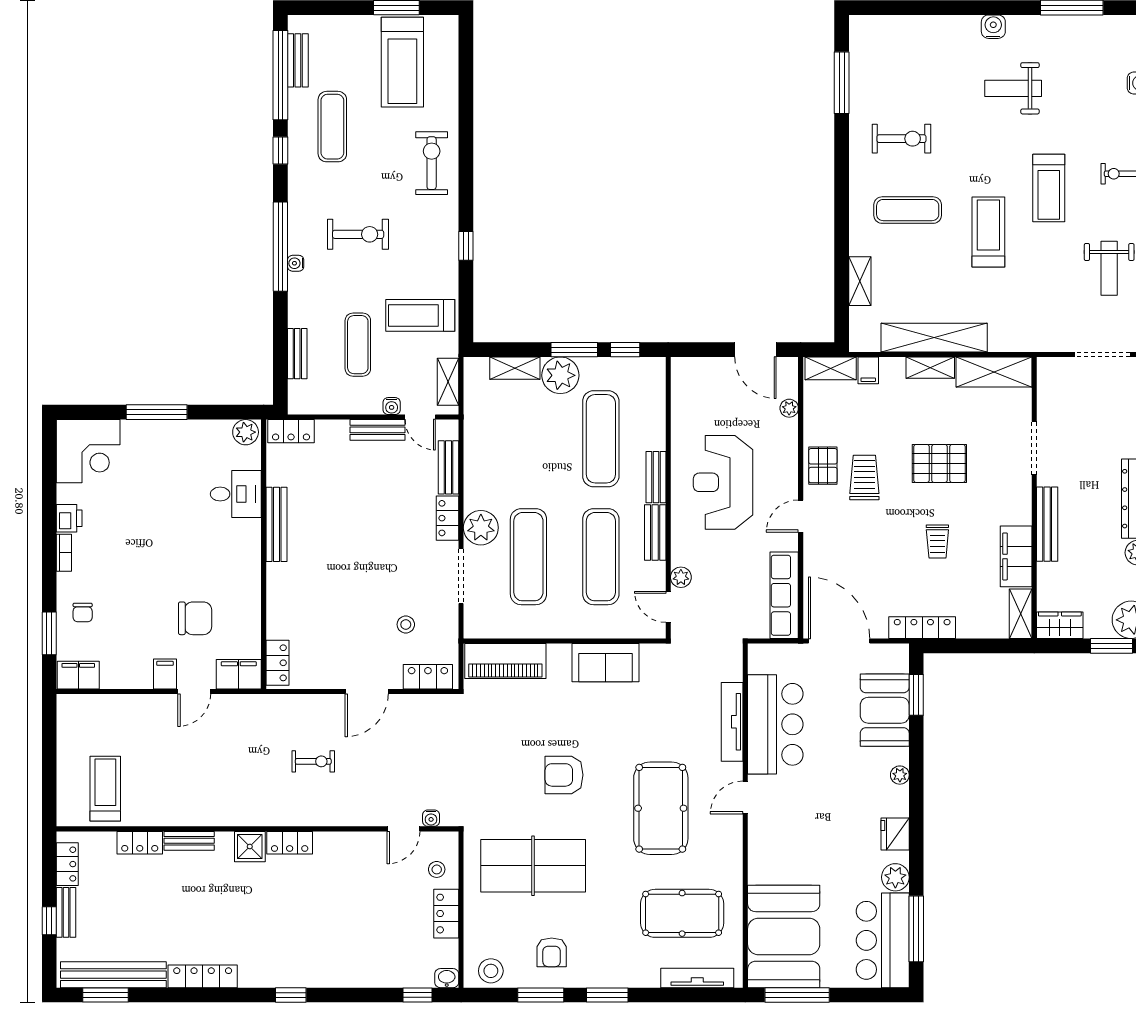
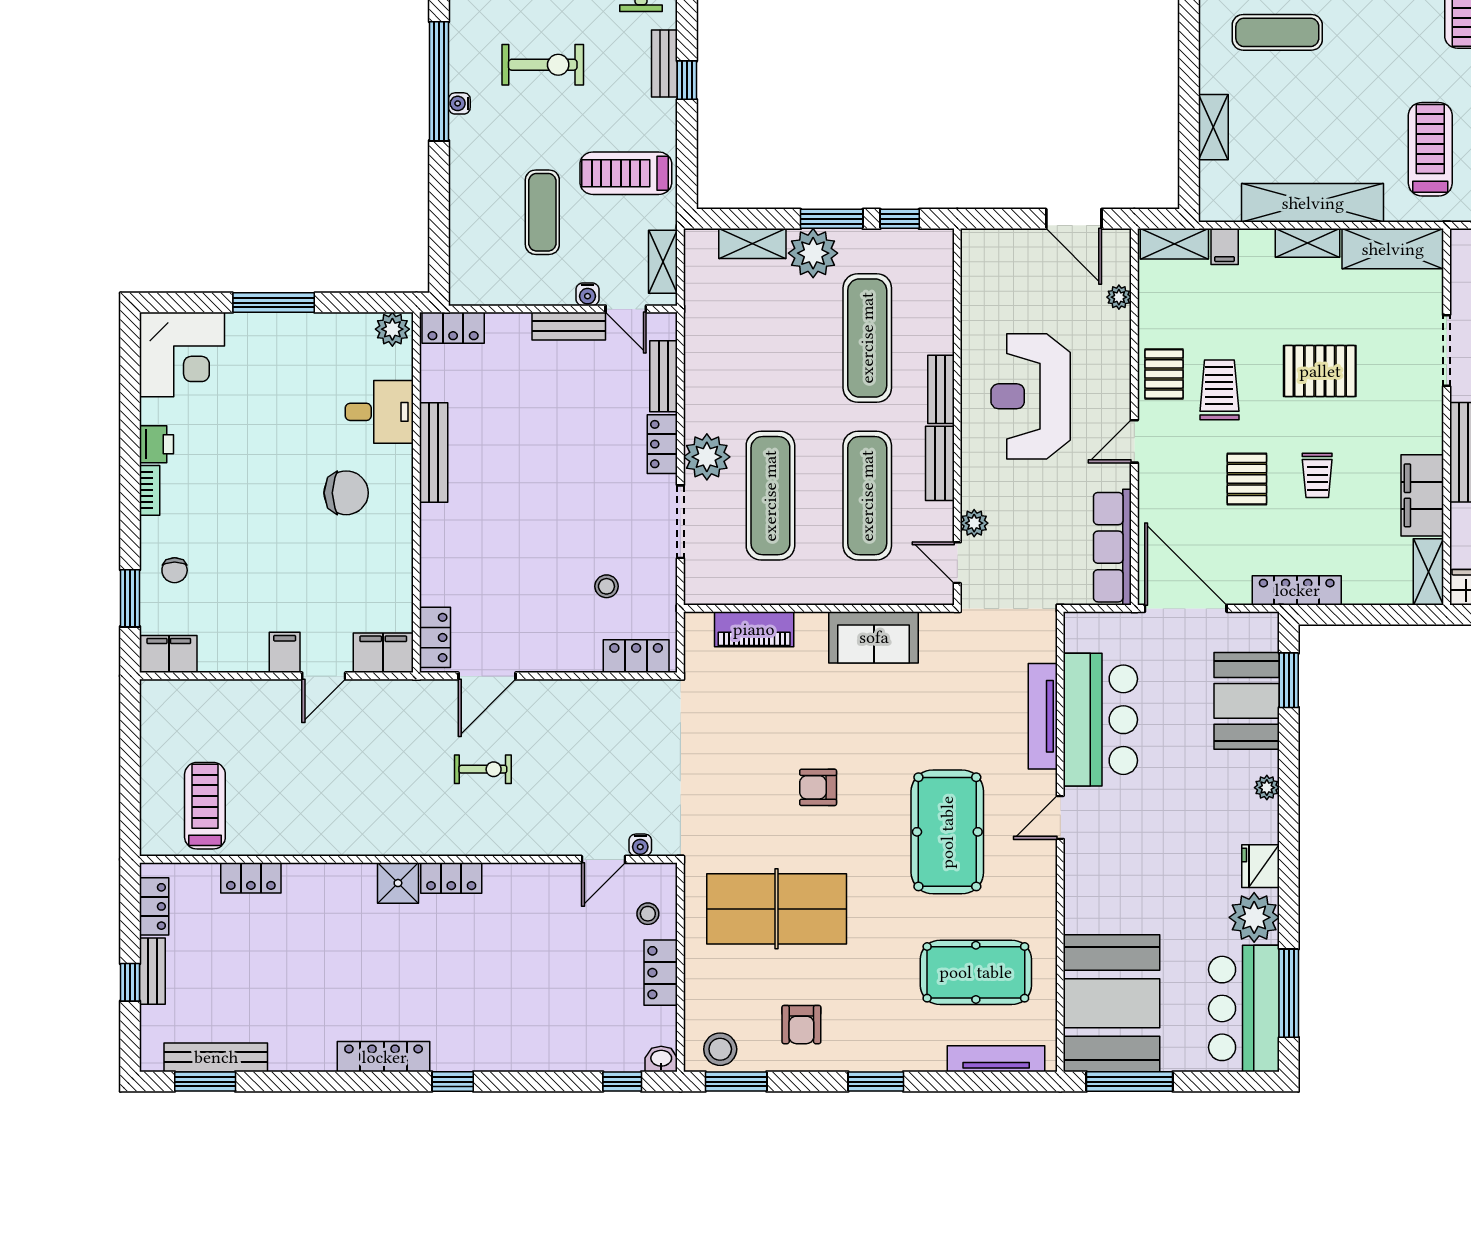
treadmill: (988, 232) -> (1430, 149), moved
bench: (297, 354) -> (664, 64), moved
pallet: (885, 544) -> (1247, 479), added
chair: (195, 618) -> (346, 493), moved
piano: (505, 661) -> (754, 629), width x0.73, depth x0.75
door: (367, 692) -> (487, 676), moved
armchair: (564, 775) -> (818, 787), width x0.72, depth x0.72
bench: (189, 841) -> (317, 875), removed
plant: (895, 877) -> (1254, 917), width x1.36, depth x1.36
bench: (113, 975) -> (216, 1057), width x0.73, depth x0.82
locker: (203, 976) -> (384, 1057), moved
window: (541, 995) -> (736, 1082), moved

